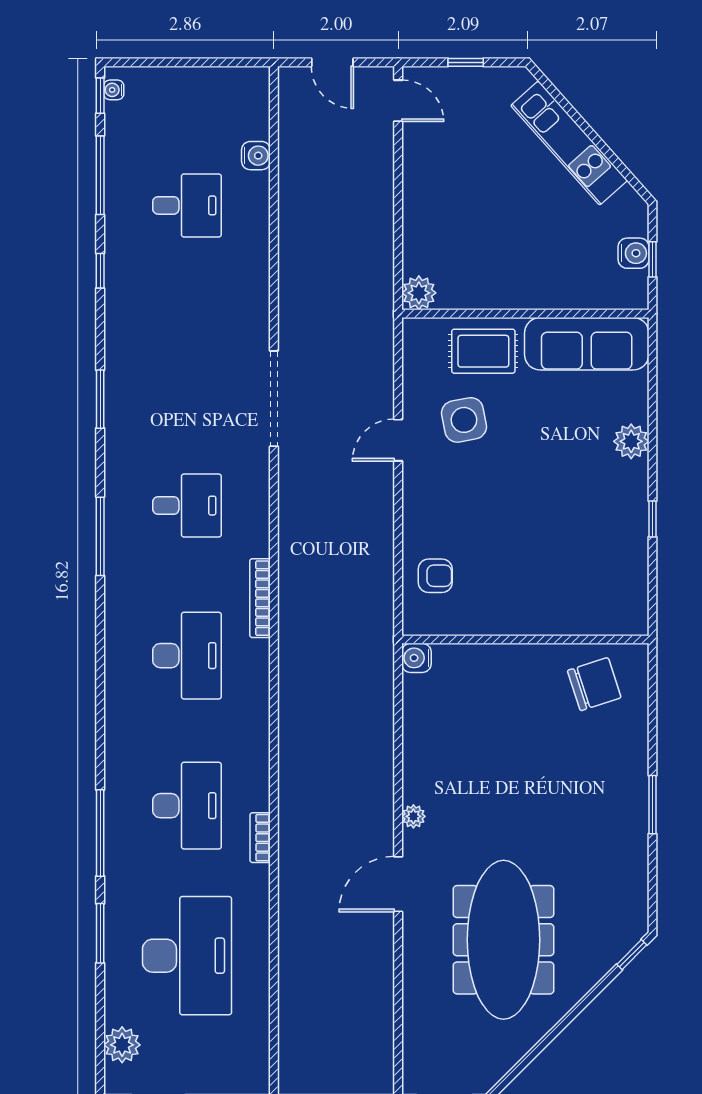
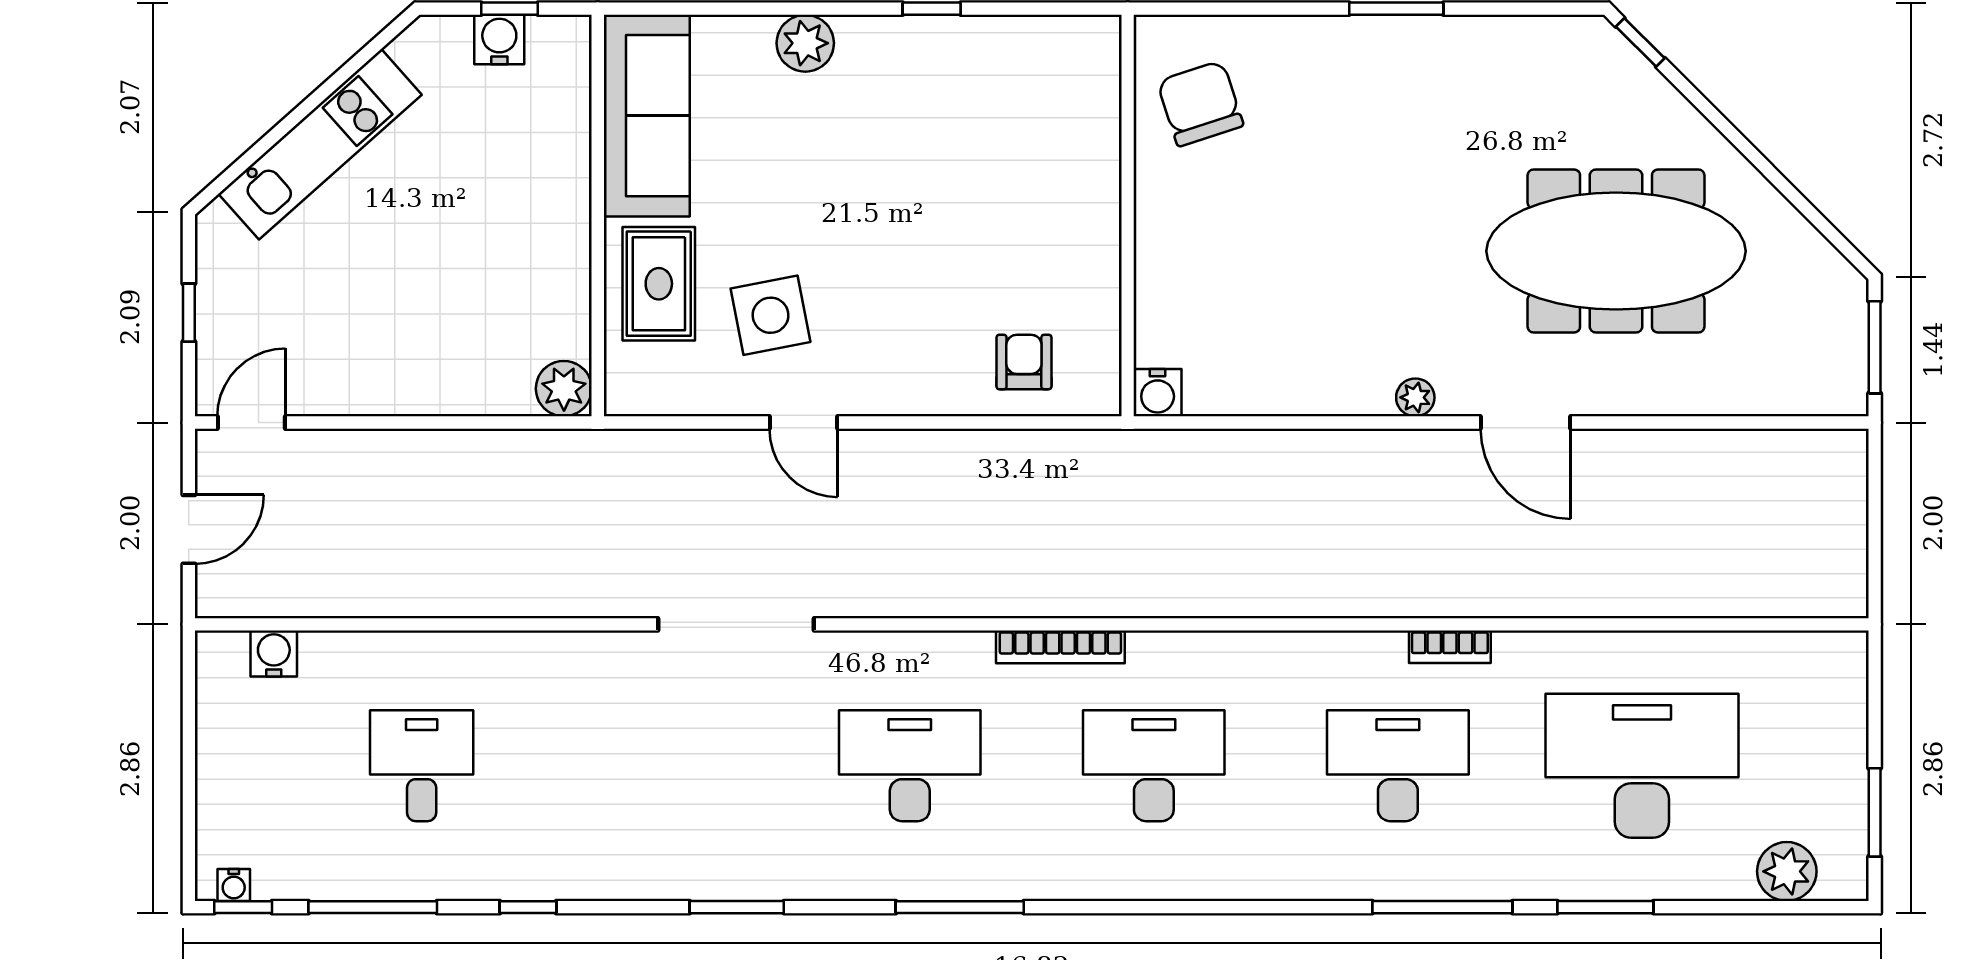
water cooler: (256, 156) -> (274, 654), moved
desk: (187, 506) -> (910, 766), width x1.37

